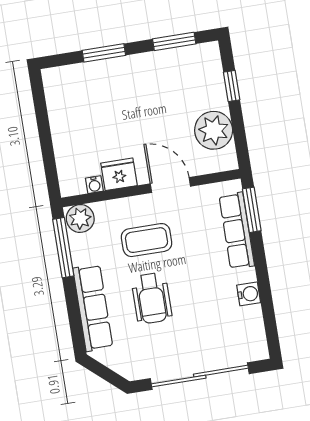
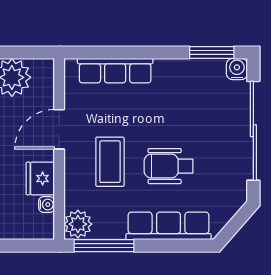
window: (252, 210) -> (212, 52), moved
water cooler: (249, 294) -> (237, 69), moved
wheelchair: (152, 298) -> (168, 166), turned 180

